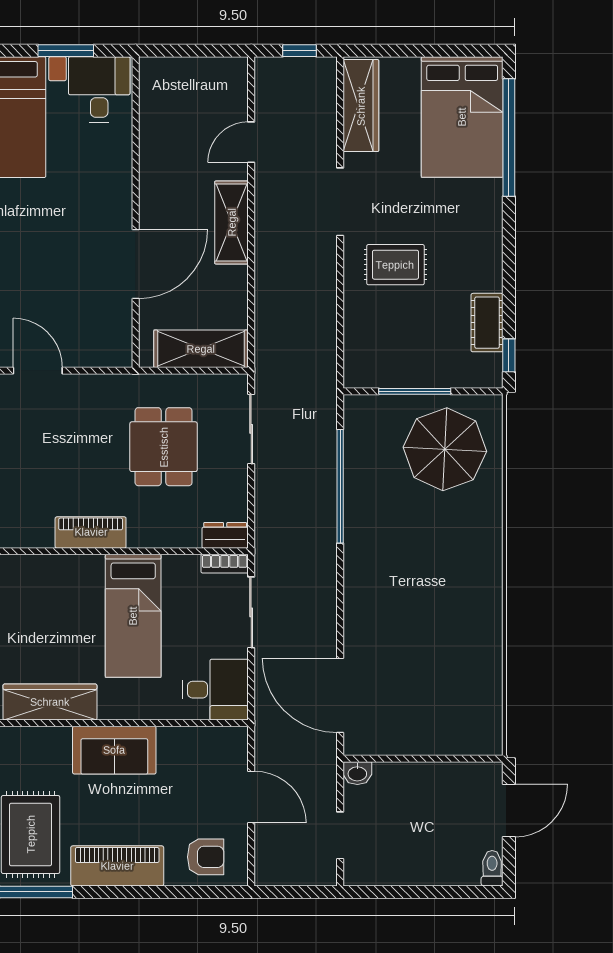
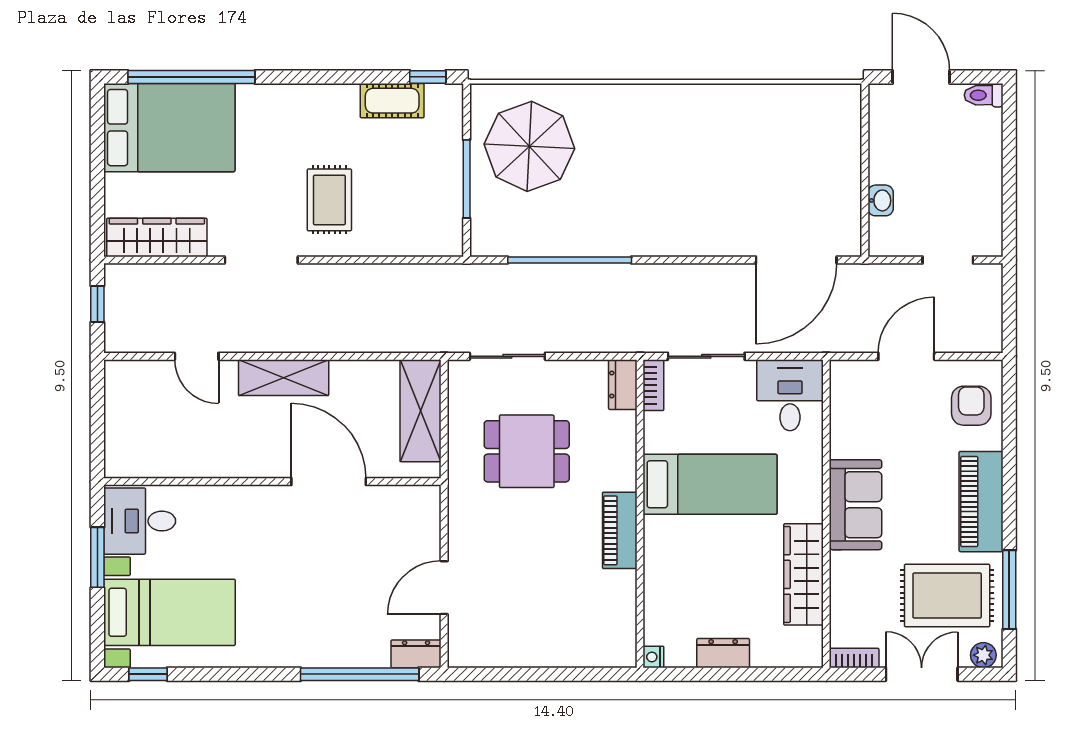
washbasin: (357, 773) -> (881, 200), moved

